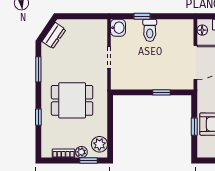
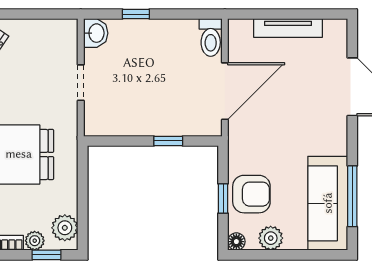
toilet: (150, 30) -> (211, 38), moved
floor lamp: (202, 30) -> (236, 242), moved

